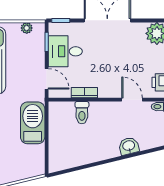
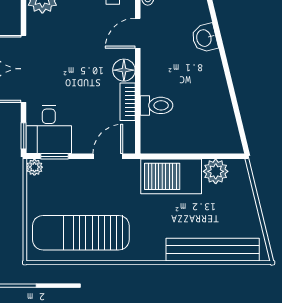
plant: (27, 28) -> (34, 167), moved
desk: (65, 51) -> (49, 129), moved
floor lamp: (106, 90) -> (124, 70), added
plant: (36, 154) -> (216, 171), added

